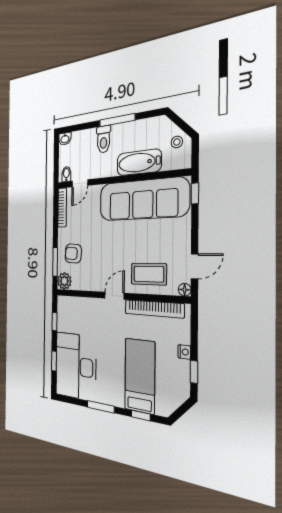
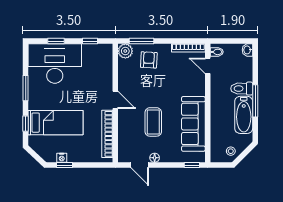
bathtub: (139, 162) -> (244, 115), moved, turned 180
sofa: (143, 199) -> (193, 124), width x0.74, depth x0.79
coffee table: (149, 274) -> (153, 122), moved
floor lamp: (185, 290) -> (155, 158), moved
nightstand: (184, 352) -> (62, 158), moved

